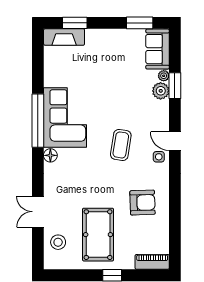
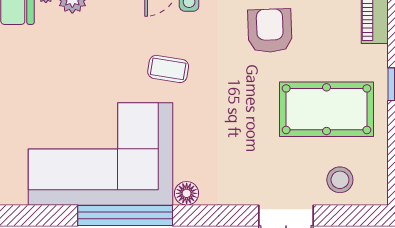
corner sofa: (65, 118) -> (100, 154), width x1.36, depth x1.36
coffee table: (121, 145) -> (168, 69), width x0.73, depth x0.77

